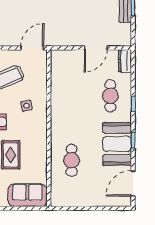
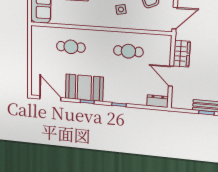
wardrobe: (70, 38) -> (182, 54), added
door: (32, 48) -> (175, 18), hinge flipped
cafe table: (110, 96) -> (128, 51), moved

